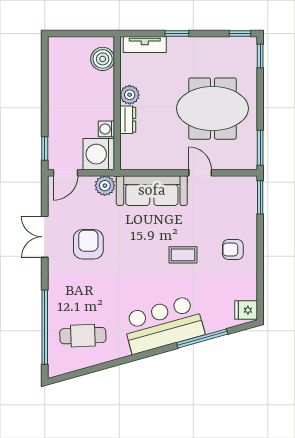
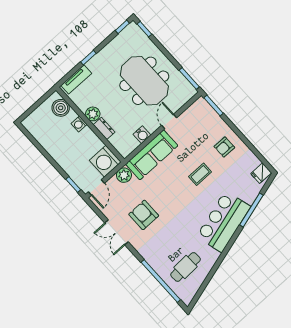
meeting table: (212, 109) -> (144, 81), turned 90
washing machine: (106, 129) -> (79, 124), moved
water cooler: (160, 161) -> (142, 135), added
door: (200, 173) -> (169, 122), hinge flipped

